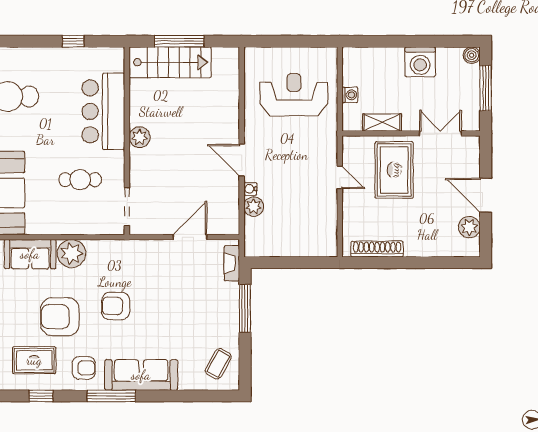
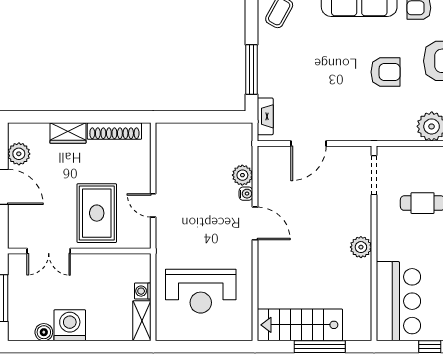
boiler: (472, 55) -> (44, 332), moved
stairs: (170, 62) -> (300, 325), moved
bar counter: (103, 111) -> (398, 301), moved
shelving: (382, 122) -> (142, 321), moved, turned 90
wardrobe: (422, 247) -> (68, 133), added

